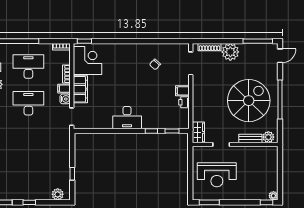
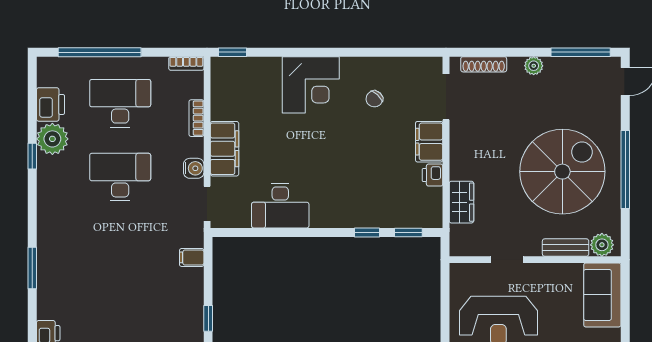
plant: (230, 52) -> (534, 66), width x0.53, depth x0.53
corner desk: (87, 61) -> (311, 85), moved, turned 90
filing cabinet: (64, 89) -> (192, 257), moved
filing cabinet: (182, 91) -> (429, 142), width x2.00
desk: (127, 118) -> (280, 206), moved
wardrobe: (198, 132) -> (461, 202), moved
sofa: (269, 162) -> (602, 295), added

